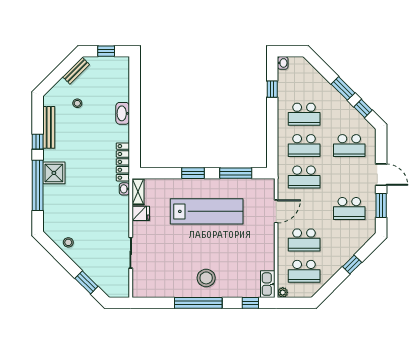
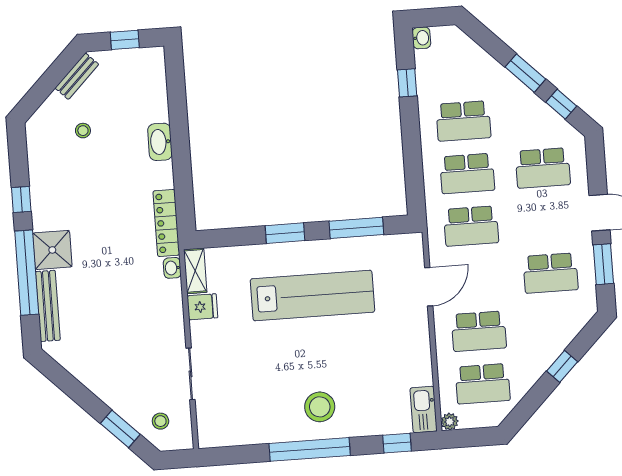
bench: (49, 127) -> (48, 306), moved
stool: (68, 242) -> (160, 421), moved

